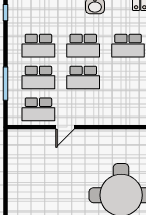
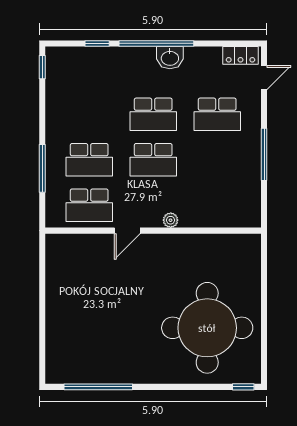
school desk: (38, 46) -> (89, 114), removed
plant: (95, 120) -> (171, 220), added

